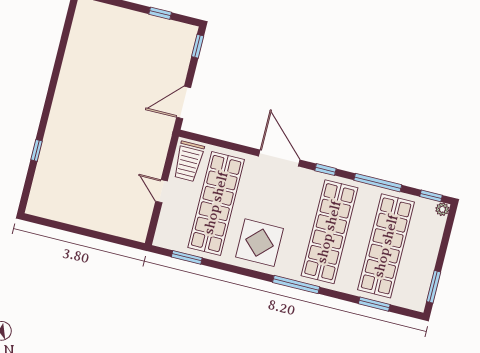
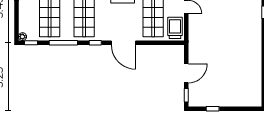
door: (184, 103) -> (186, 73), moved

